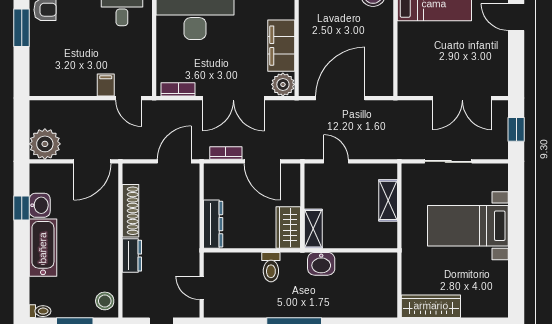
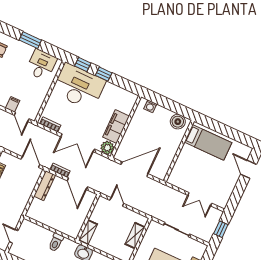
double door: (462, 98) -> (200, 199), width x0.73
door: (174, 161) -> (30, 162), hinge flipped
dresser: (213, 224) -> (45, 186), moved
wardrobe: (288, 227) -> (75, 225), removed

